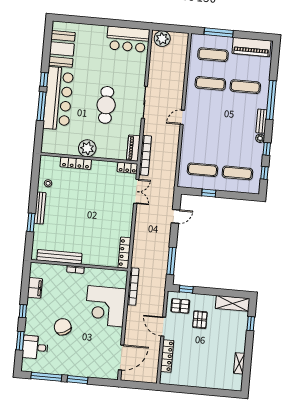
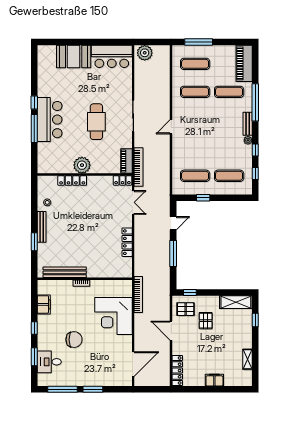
piano: (251, 47) -> (244, 63), moved, turned 90
booth: (62, 49) -> (74, 57), moved, turned 90
bar counter: (58, 98) -> (50, 120), width x0.73
locker: (124, 253) -> (127, 242), moved
window: (171, 261) -> (173, 254), moved
chair: (63, 327) -> (74, 340), turned 114
locker: (167, 356) -> (177, 370), moved
filing cabinet: (203, 382) -> (214, 380), added

